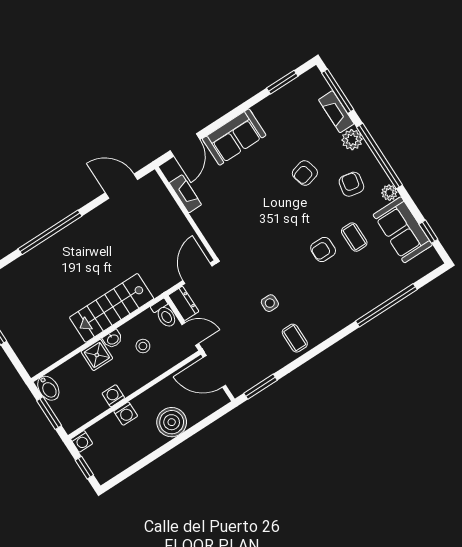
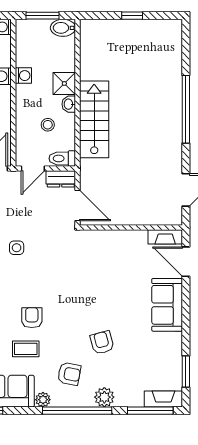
fireplace: (336, 112) -> (163, 399), moved
fireplace: (185, 194) -> (165, 237), moved

